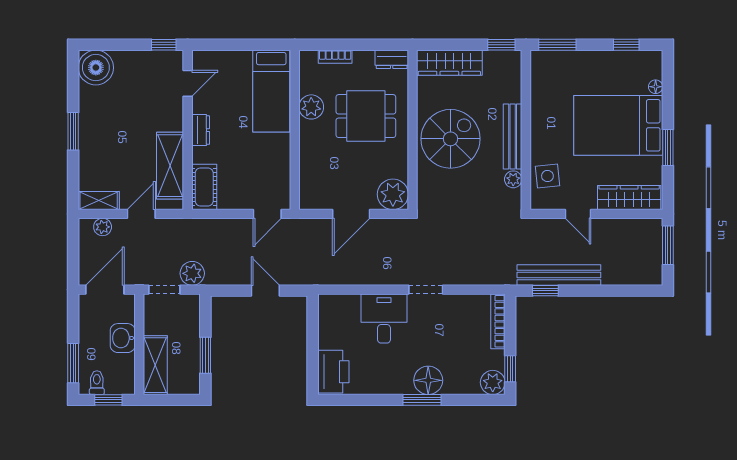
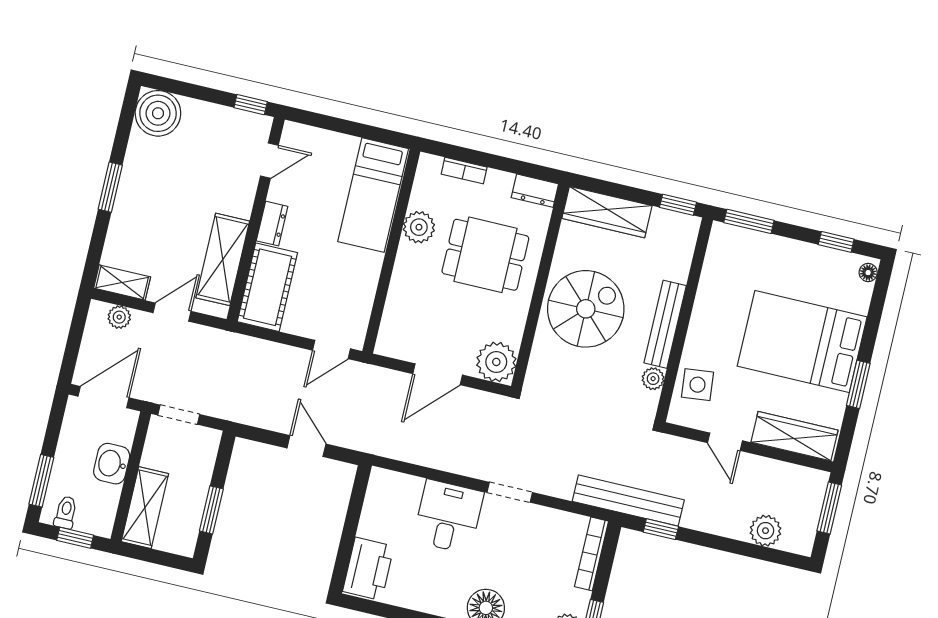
floor lamp: (656, 87) -> (868, 273), moved
cot: (204, 187) -> (267, 287), width x1.37, depth x1.34
plant: (192, 273) -> (766, 531), moved
bench: (559, 275) -> (628, 501), moved

